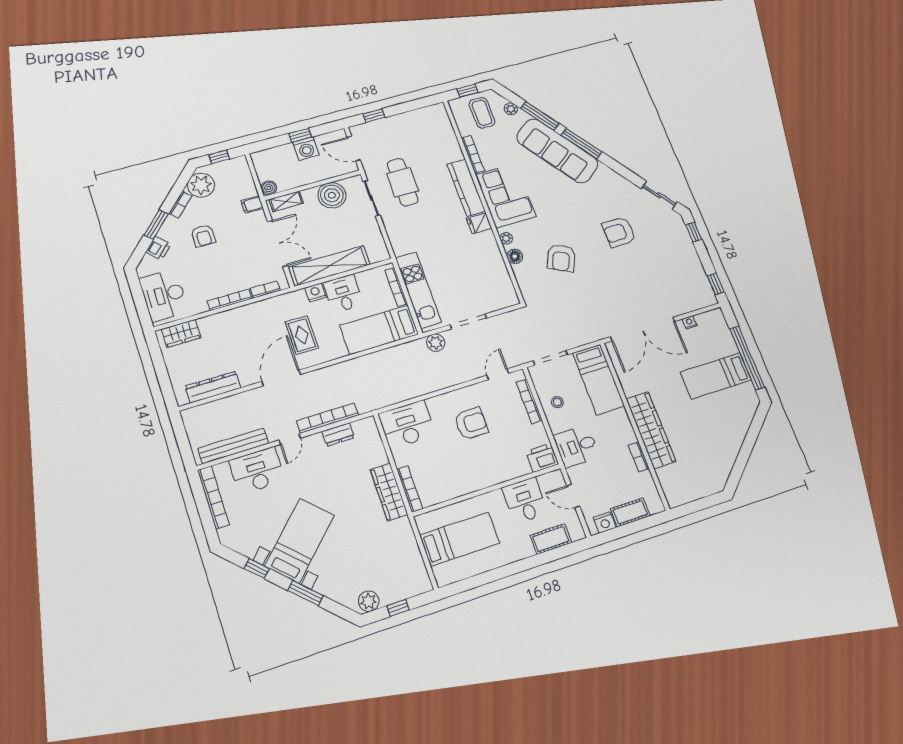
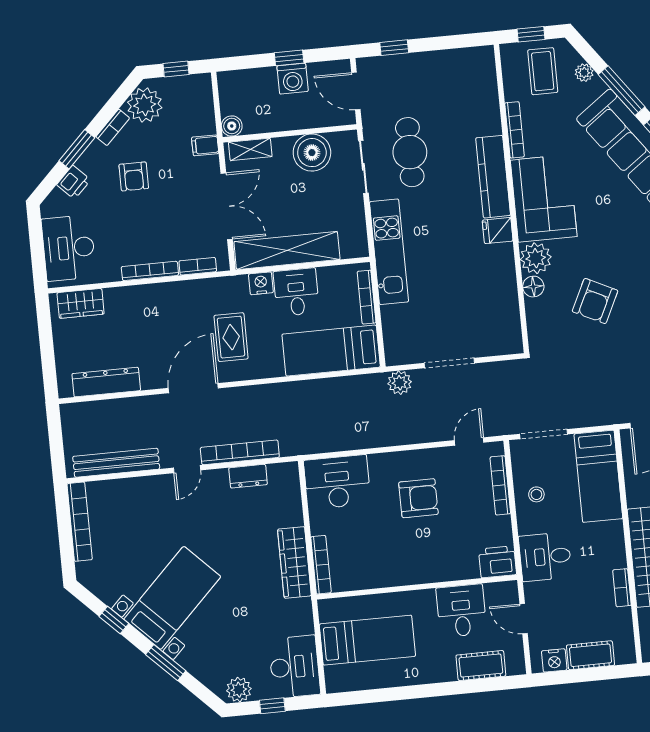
plant: (506, 238) -> (536, 258), width x1.87, depth x1.87
kitchen unit: (418, 290) -> (389, 252), moved
desk: (257, 471) -> (294, 667), moved, turned 90

